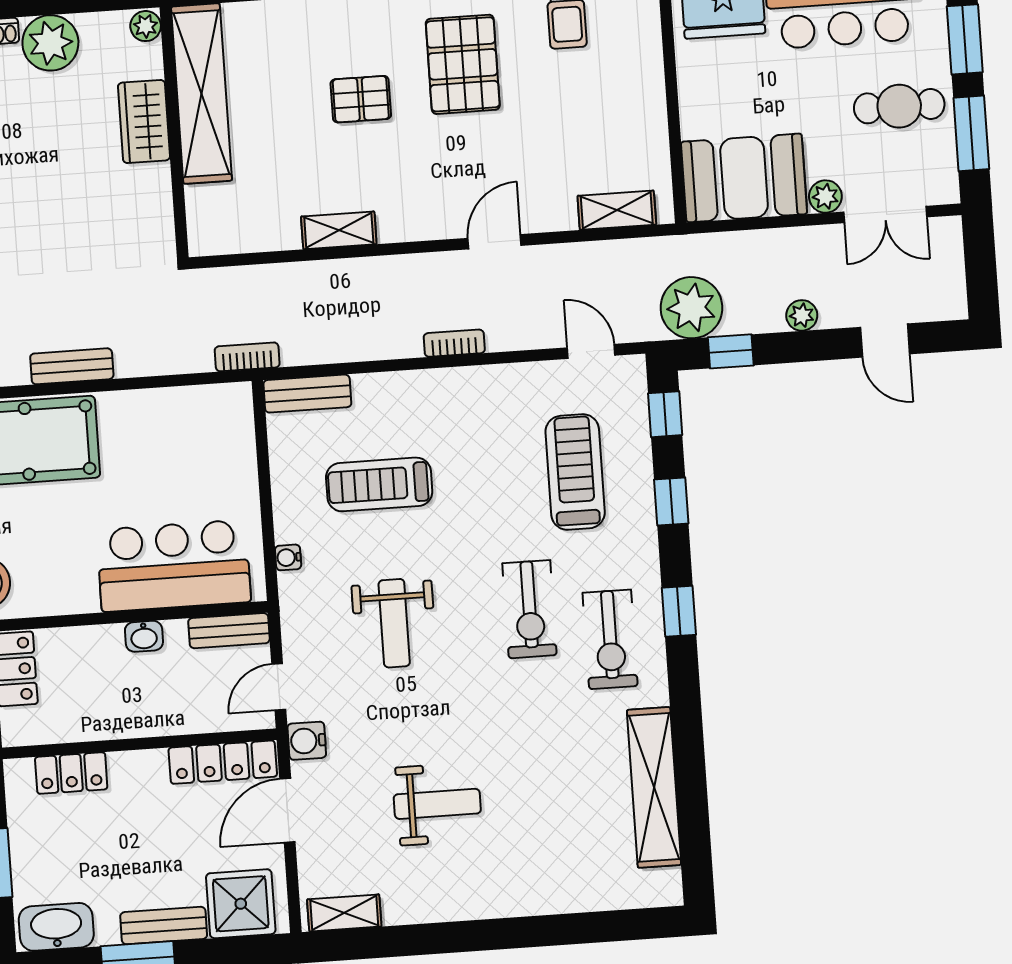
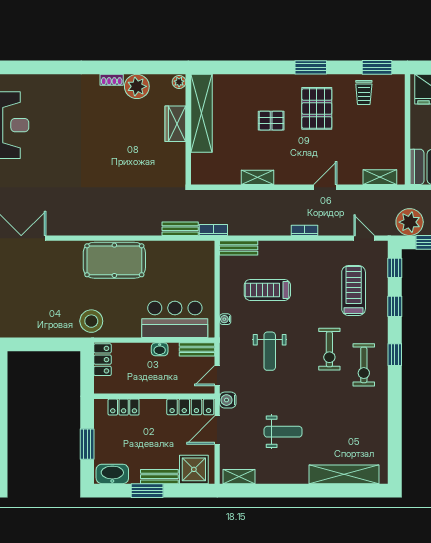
bench: (72, 366) -> (180, 229), moved
shelving: (654, 787) -> (344, 474), moved, turned 90

